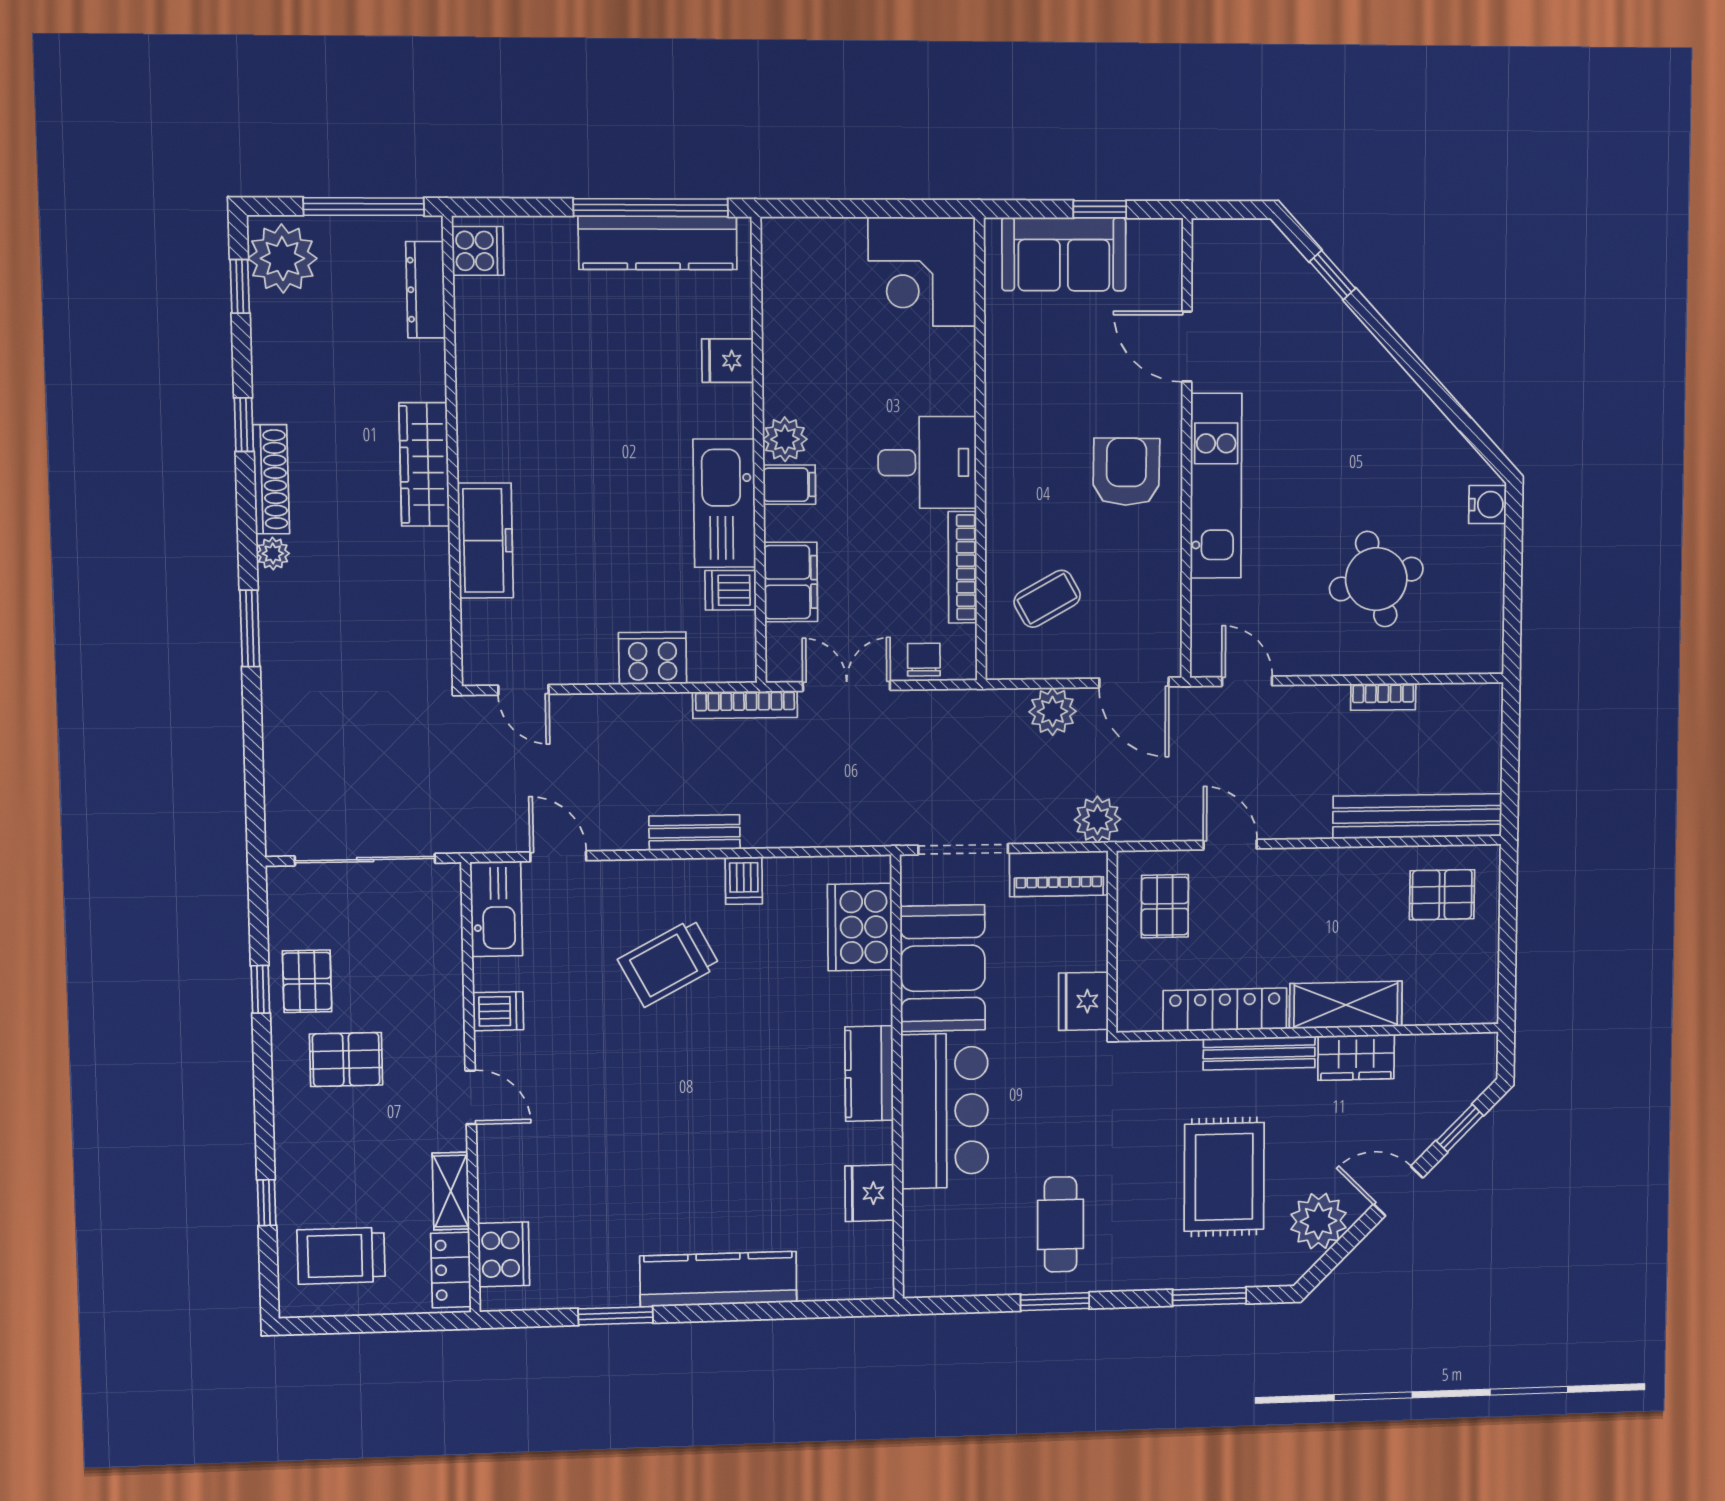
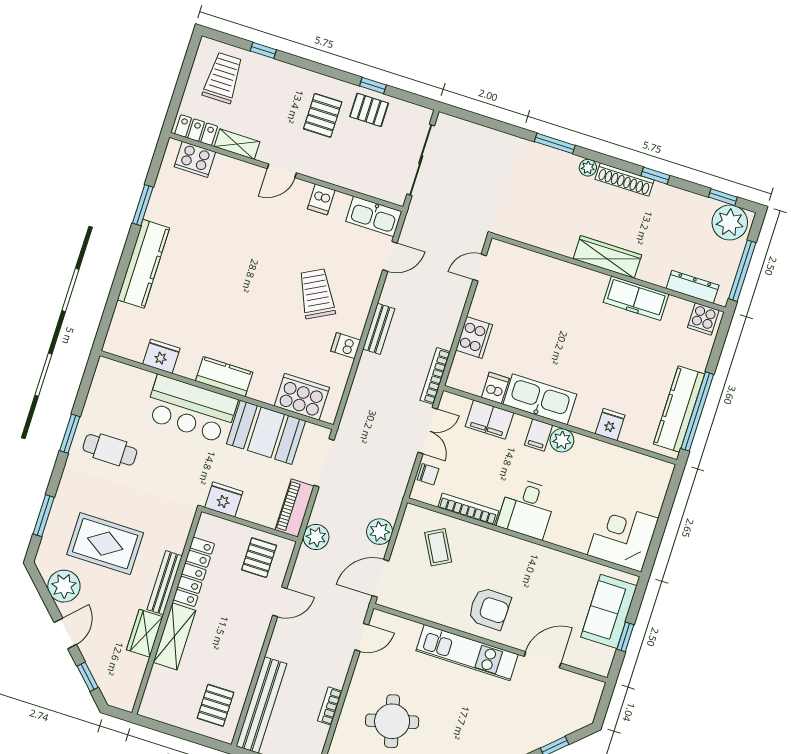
freezer: (485, 540) -> (636, 298), moved
pallet: (1165, 906) -> (259, 558), turned 90

